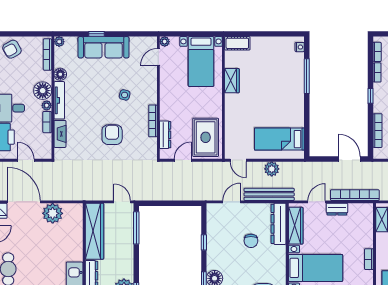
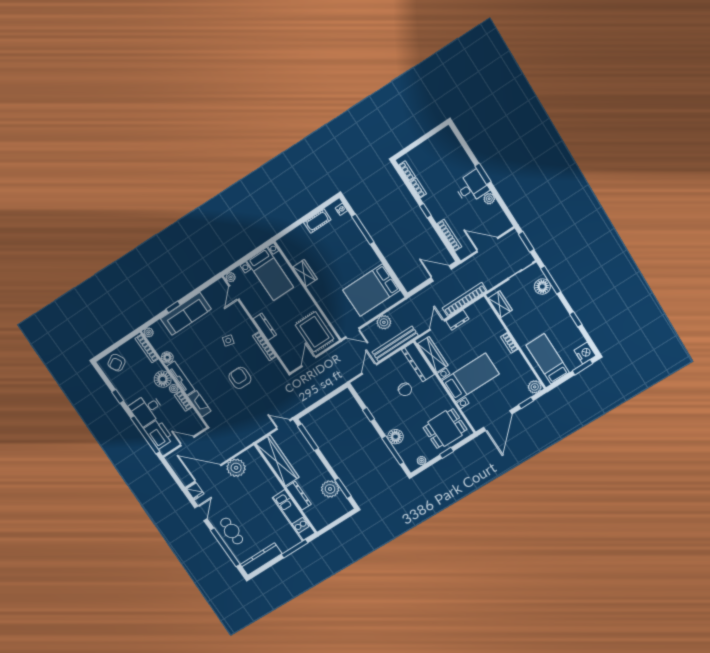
cot: (237, 43) -> (317, 221), moved
dresser: (165, 135) -> (265, 327), moved
bed: (279, 139) -> (371, 290), width x1.50

